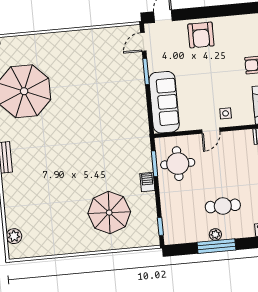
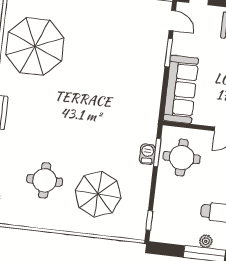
door: (143, 42) -> (172, 21), swing flipped
barbecue: (147, 182) -> (147, 154), moved
round table: (58, 210) -> (45, 180), added

